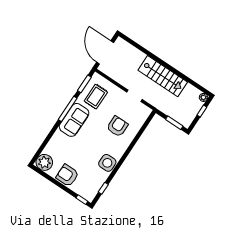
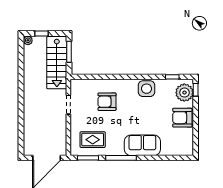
stairs: (163, 76) -> (57, 63), moved, turned 180
sofa: (74, 120) -> (142, 145), moved
plant: (44, 162) -> (184, 93), moved
armchair: (67, 175) -> (182, 118), turned 90

